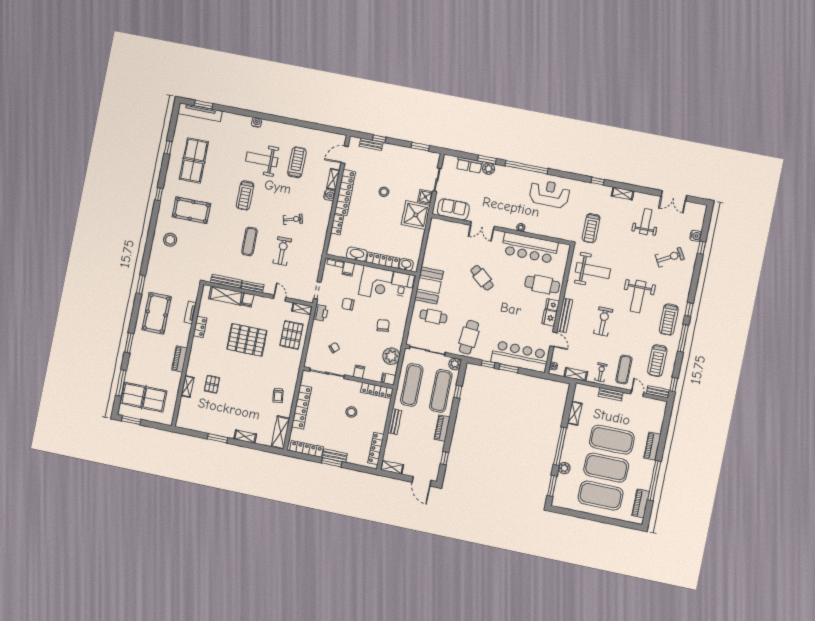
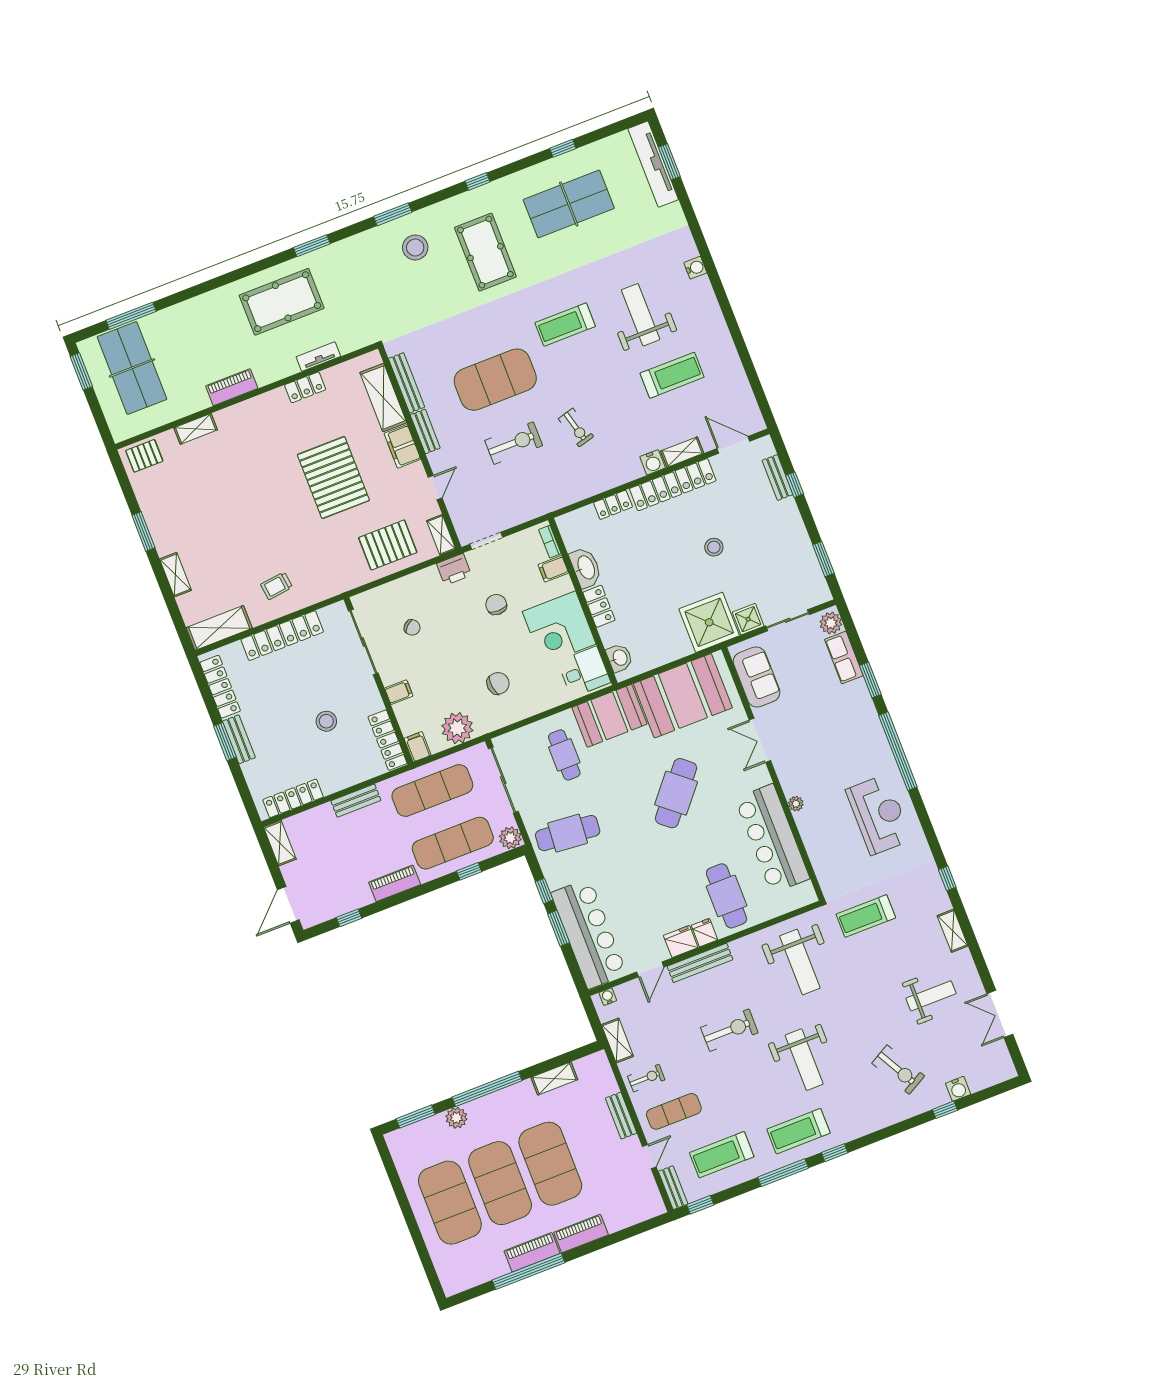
plant: (489, 169) -> (831, 623), moved
exercise mat: (249, 241) -> (495, 380), width x2.00, depth x1.45
booth: (441, 247) -> (683, 696), added
locker: (383, 260) -> (599, 606), width x0.66
cafe table: (482, 278) -> (676, 793), width x1.37, depth x1.35
weight bench: (638, 297) -> (804, 1060), turned -90
filing cabinet: (248, 300) -> (402, 446), width x2.00
window: (129, 343) -> (393, 214), moved
pallet: (212, 384) -> (144, 456), moved
piano: (641, 503) -> (532, 1252), moved

